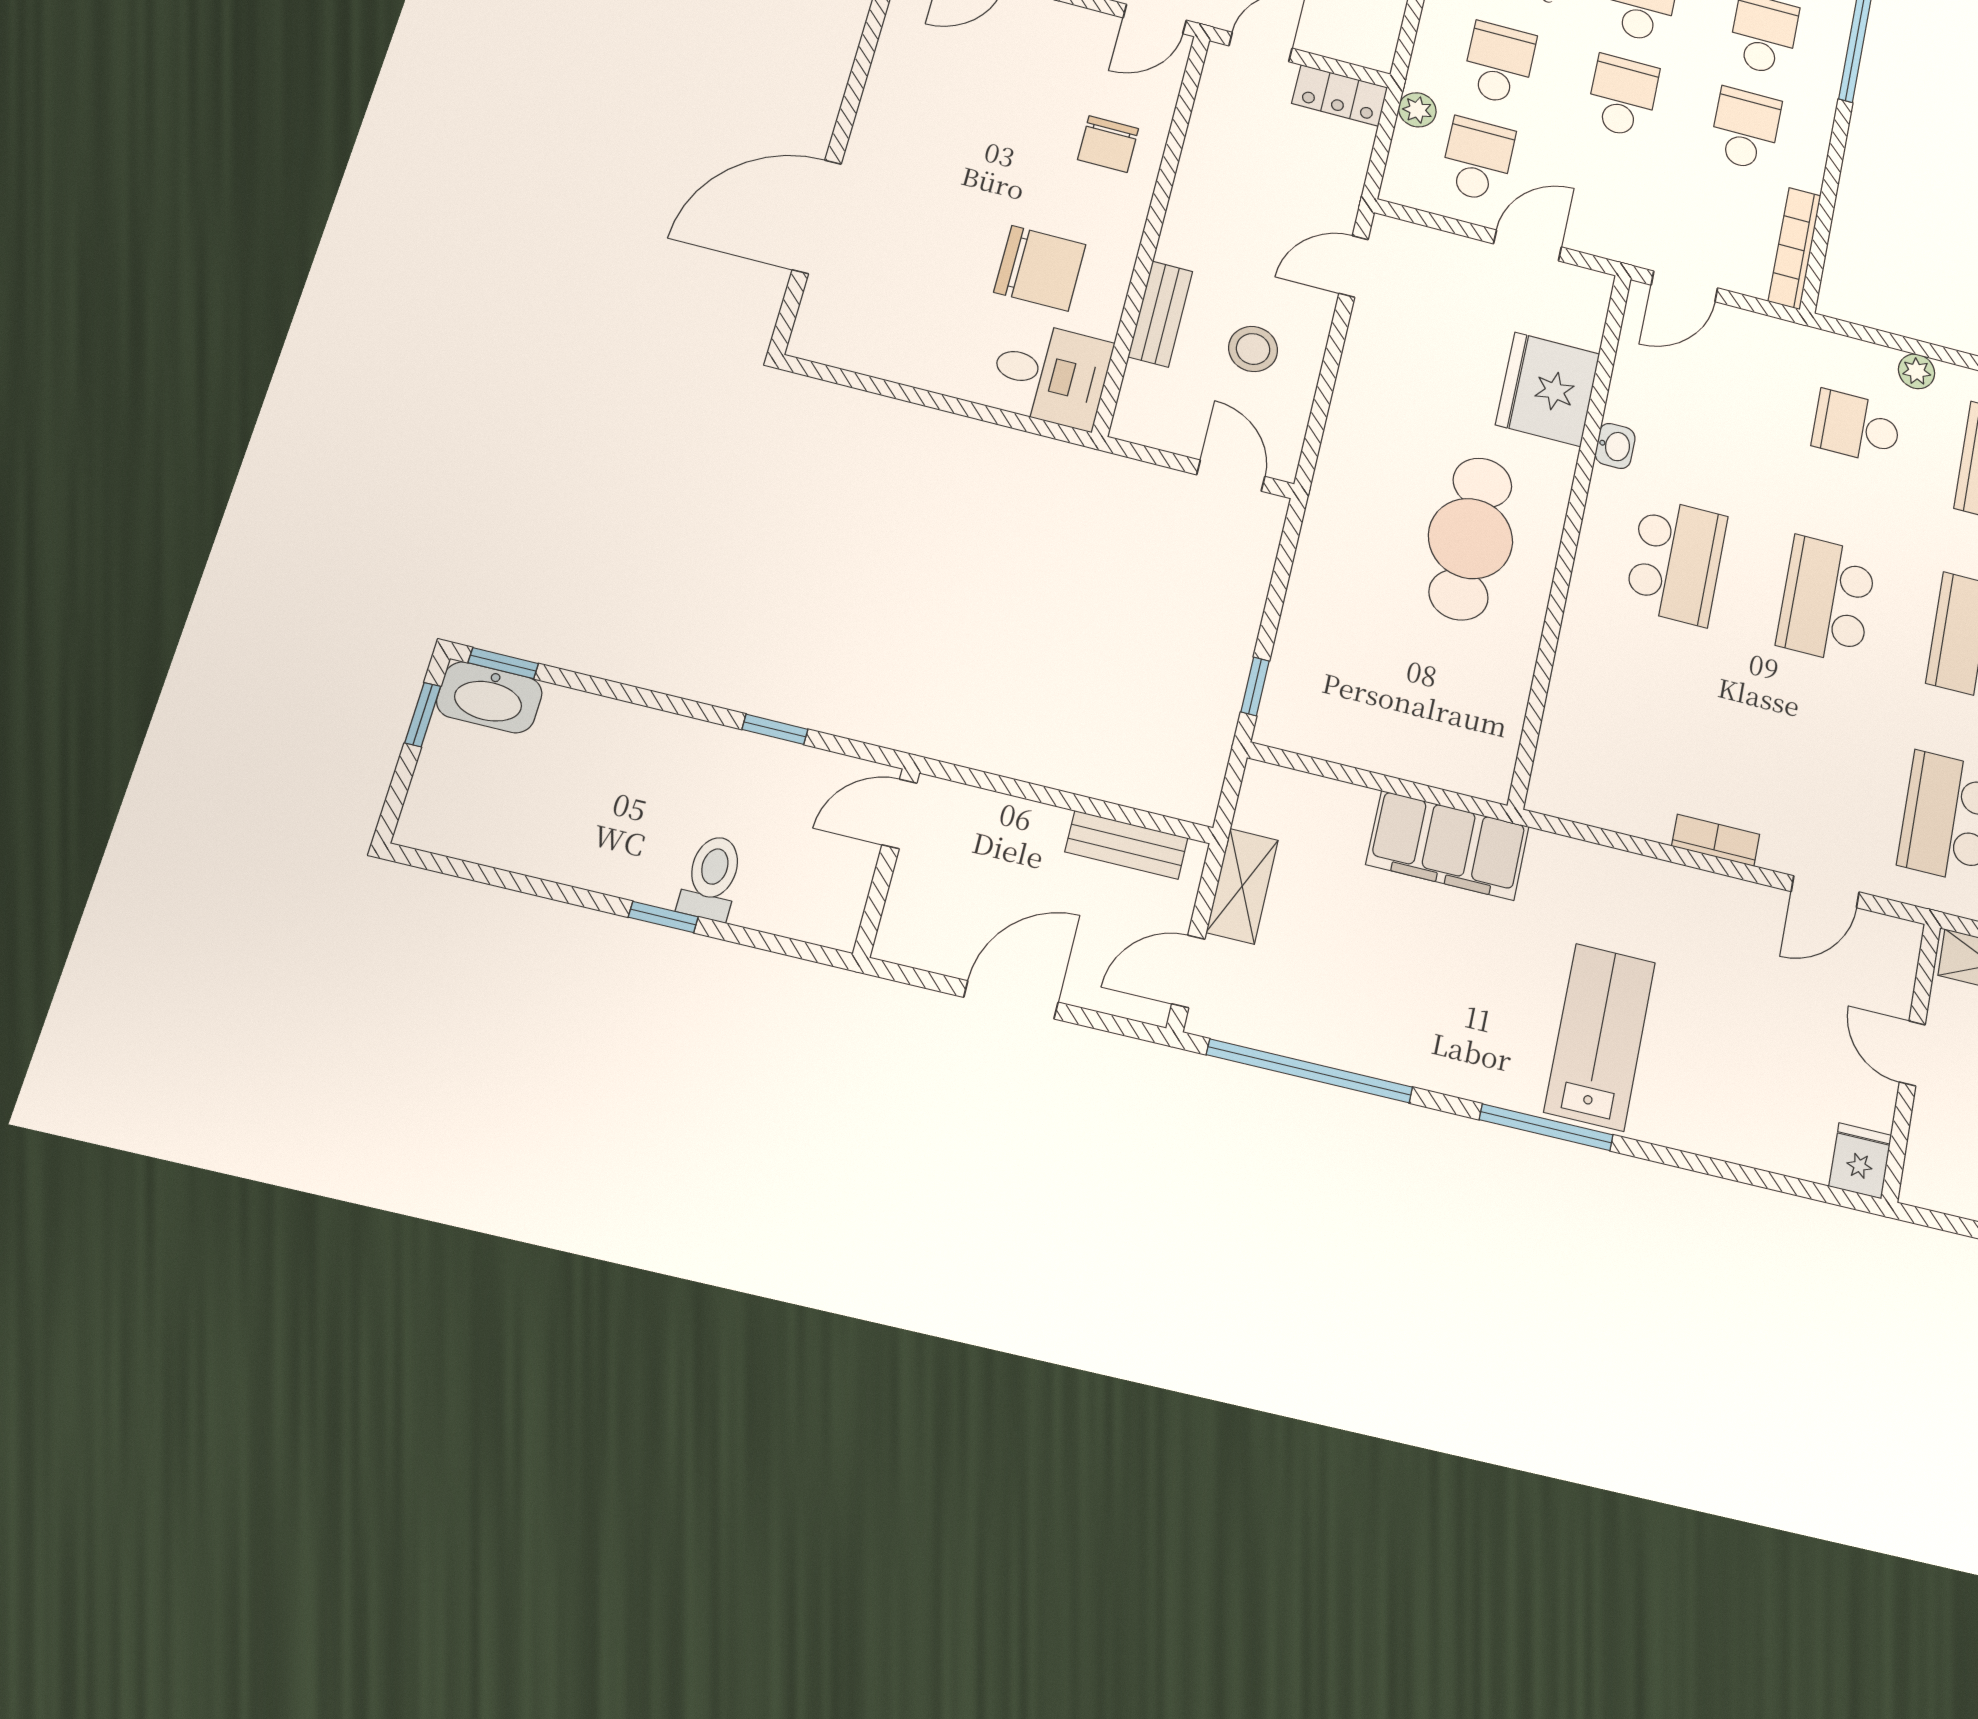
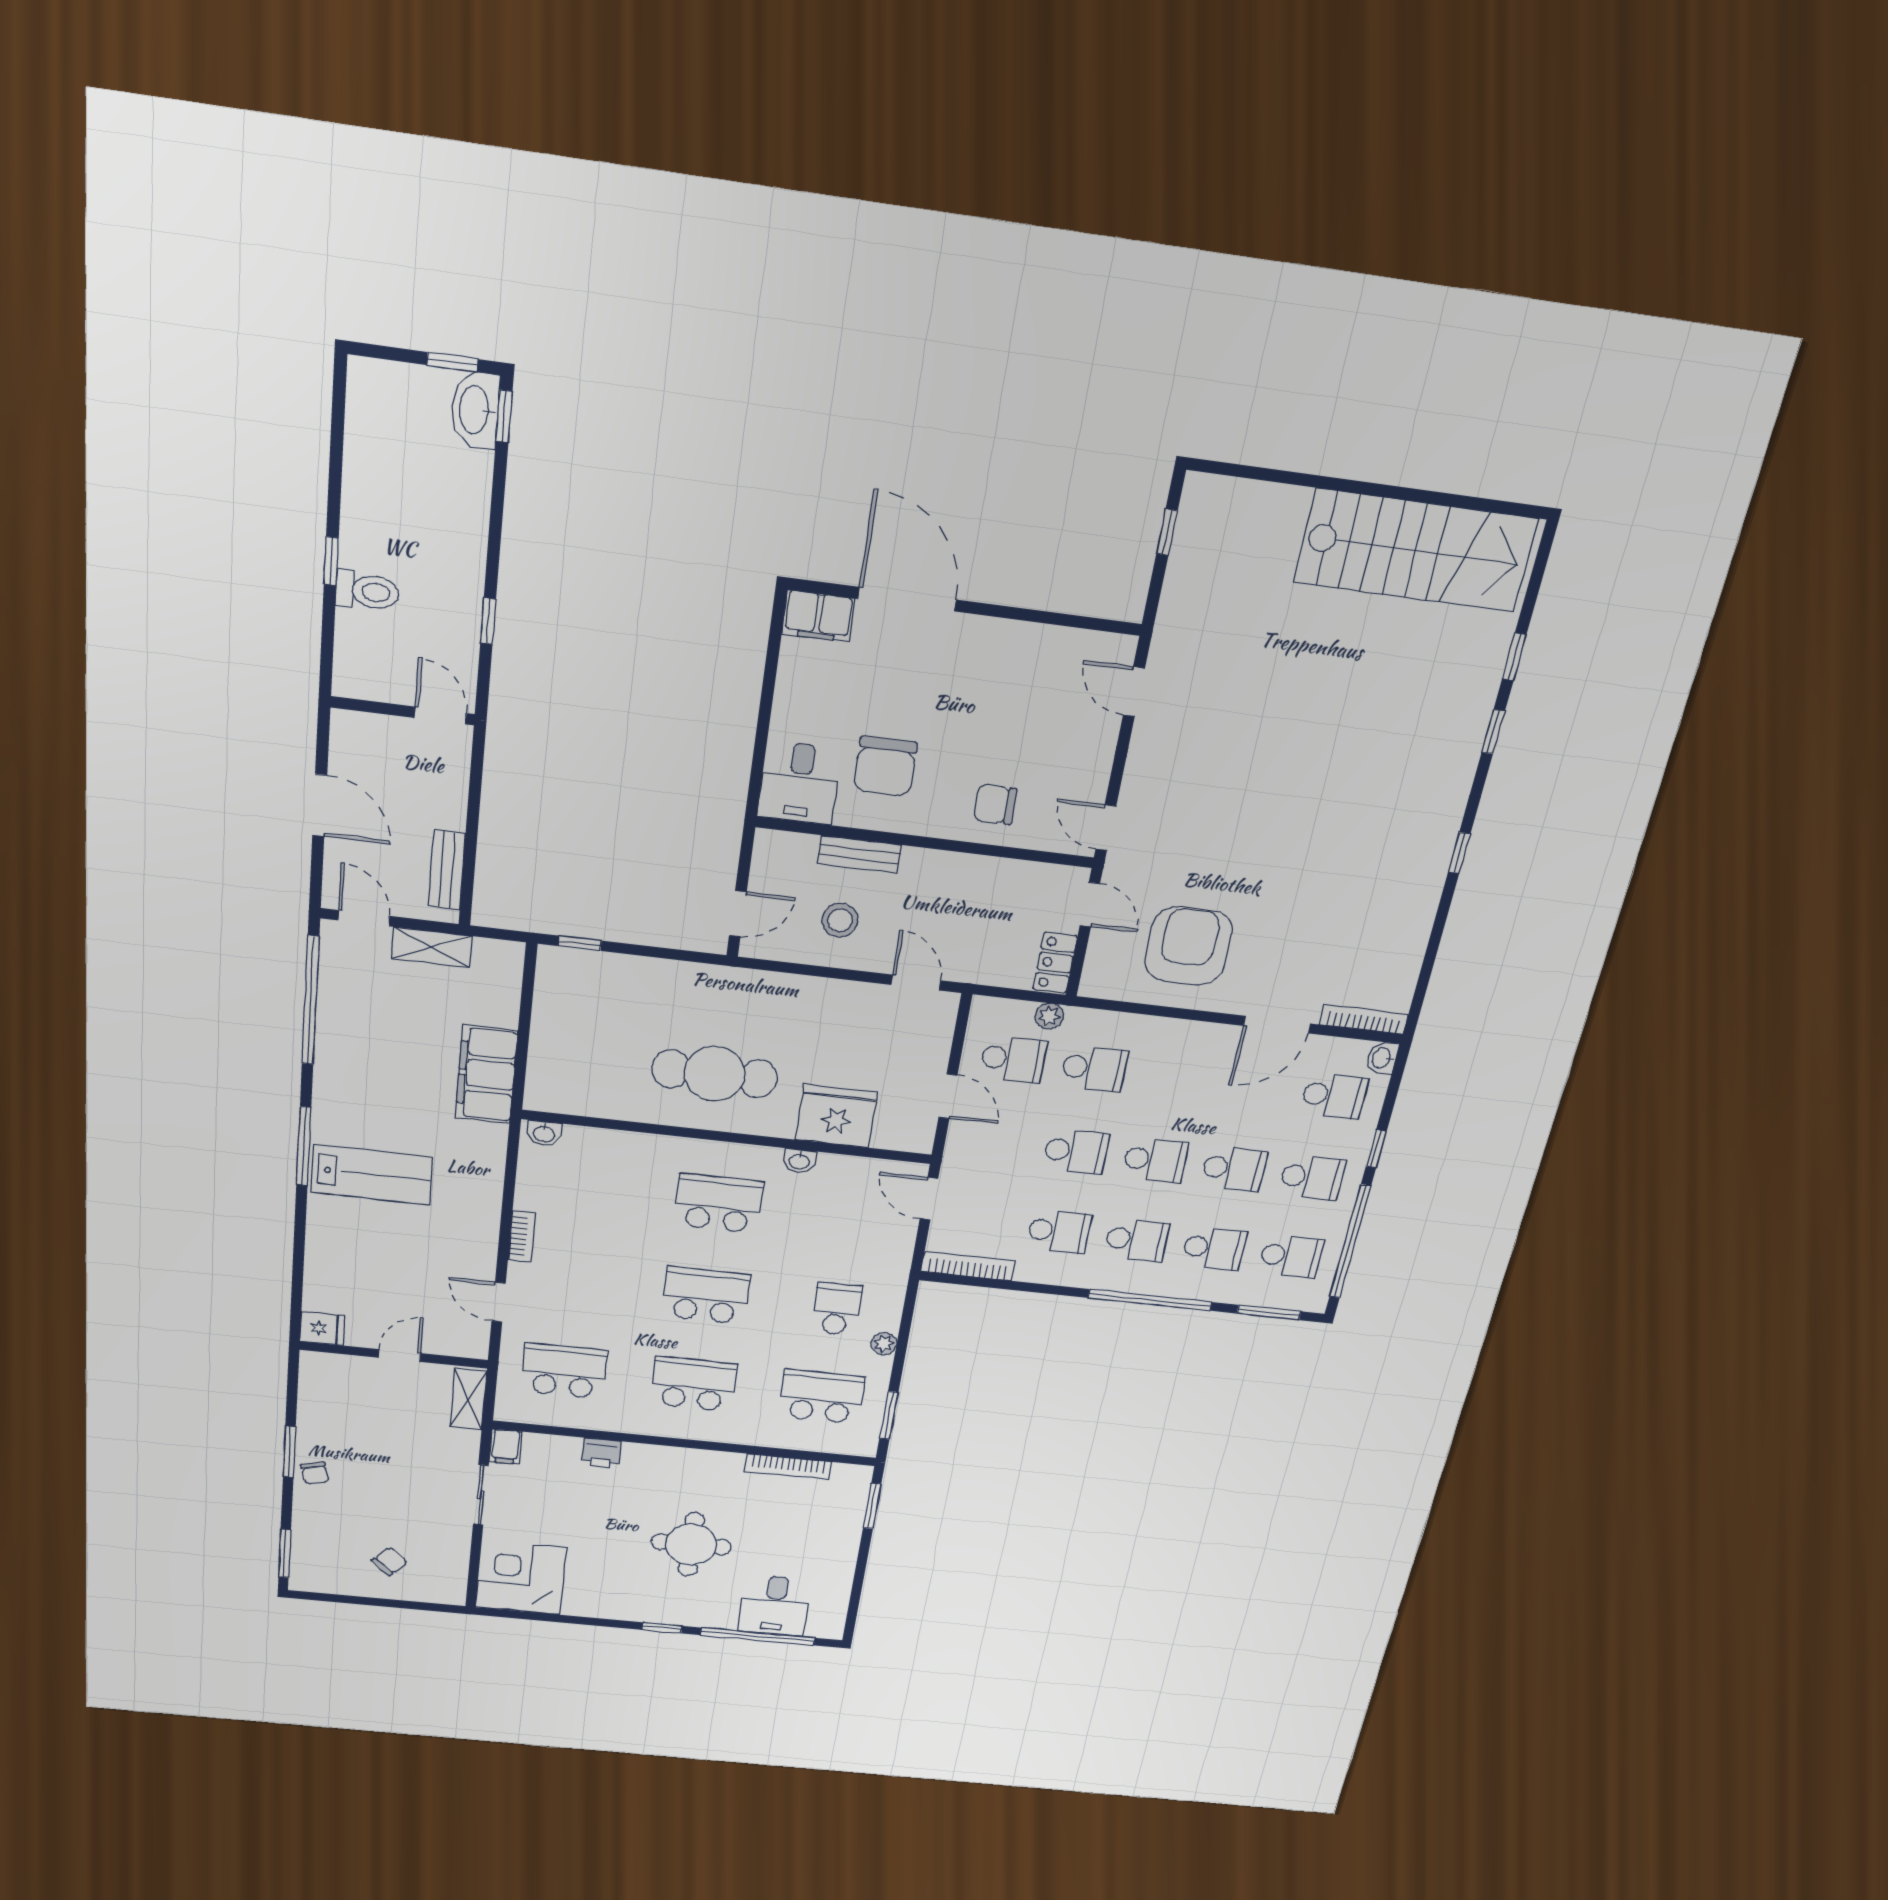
filing cabinet: (825, 323) -> (818, 616), added
school desk: (1676, 562) -> (719, 1203), turned 180
washbasin: (1548, 782) -> (544, 1134), added

